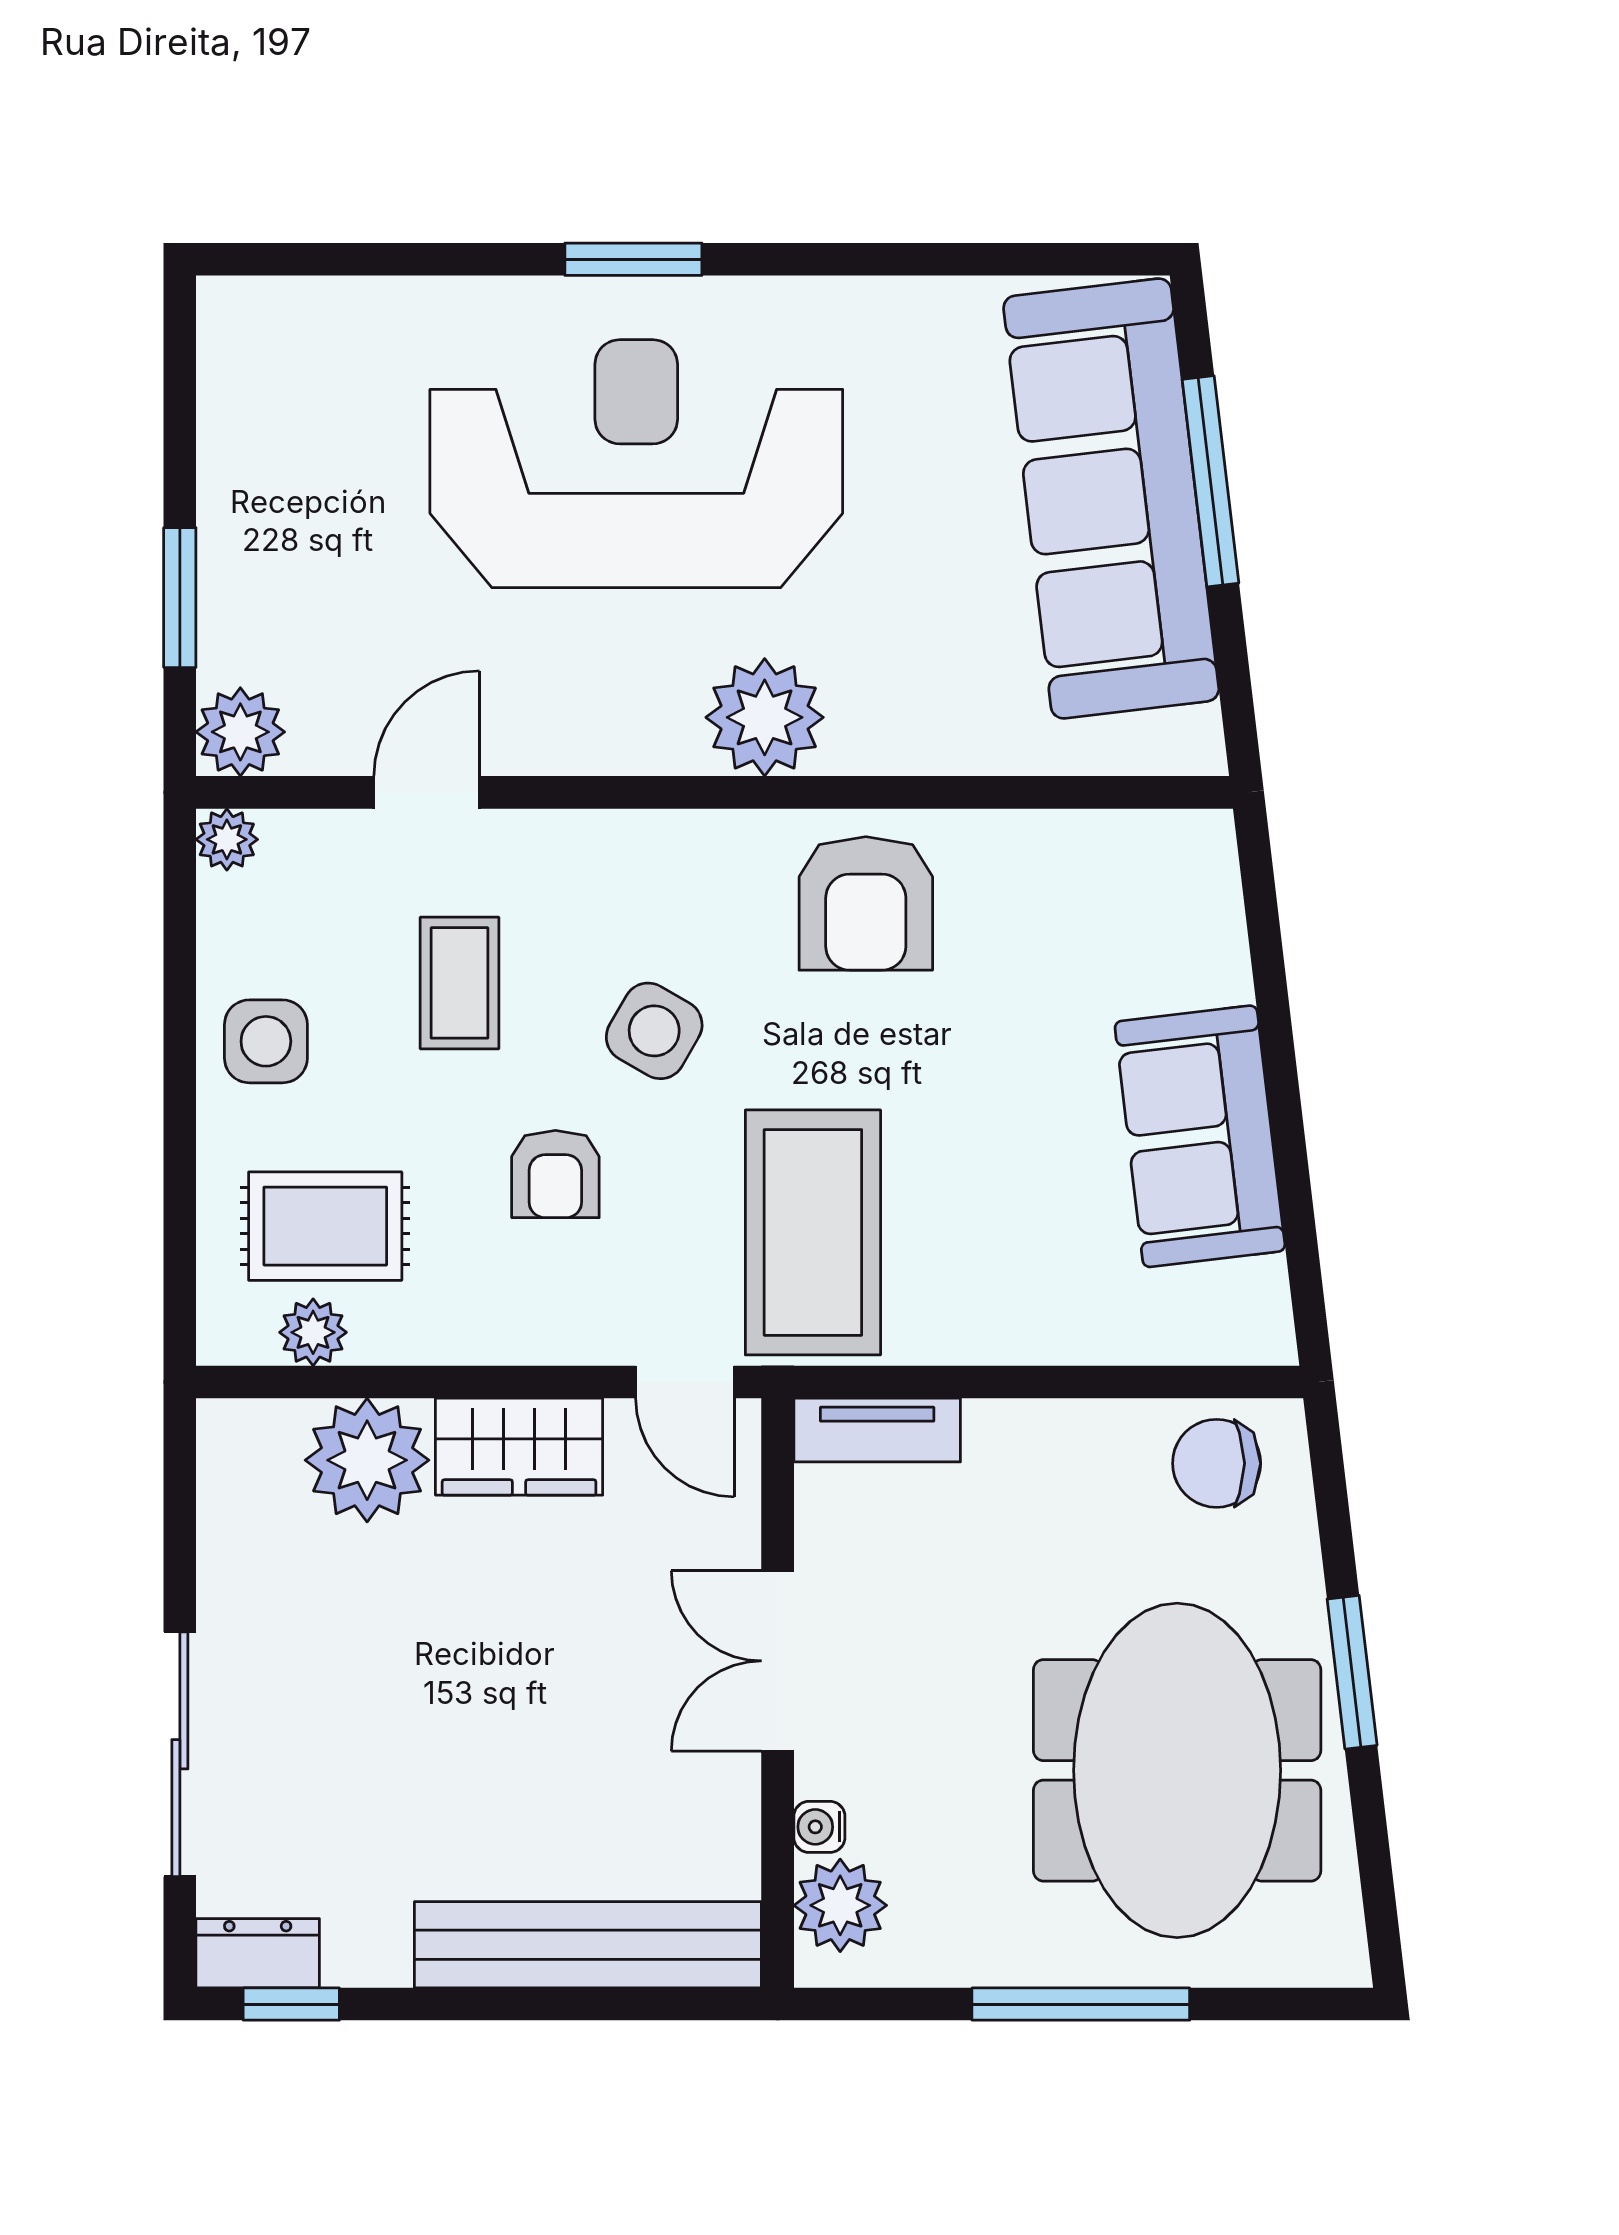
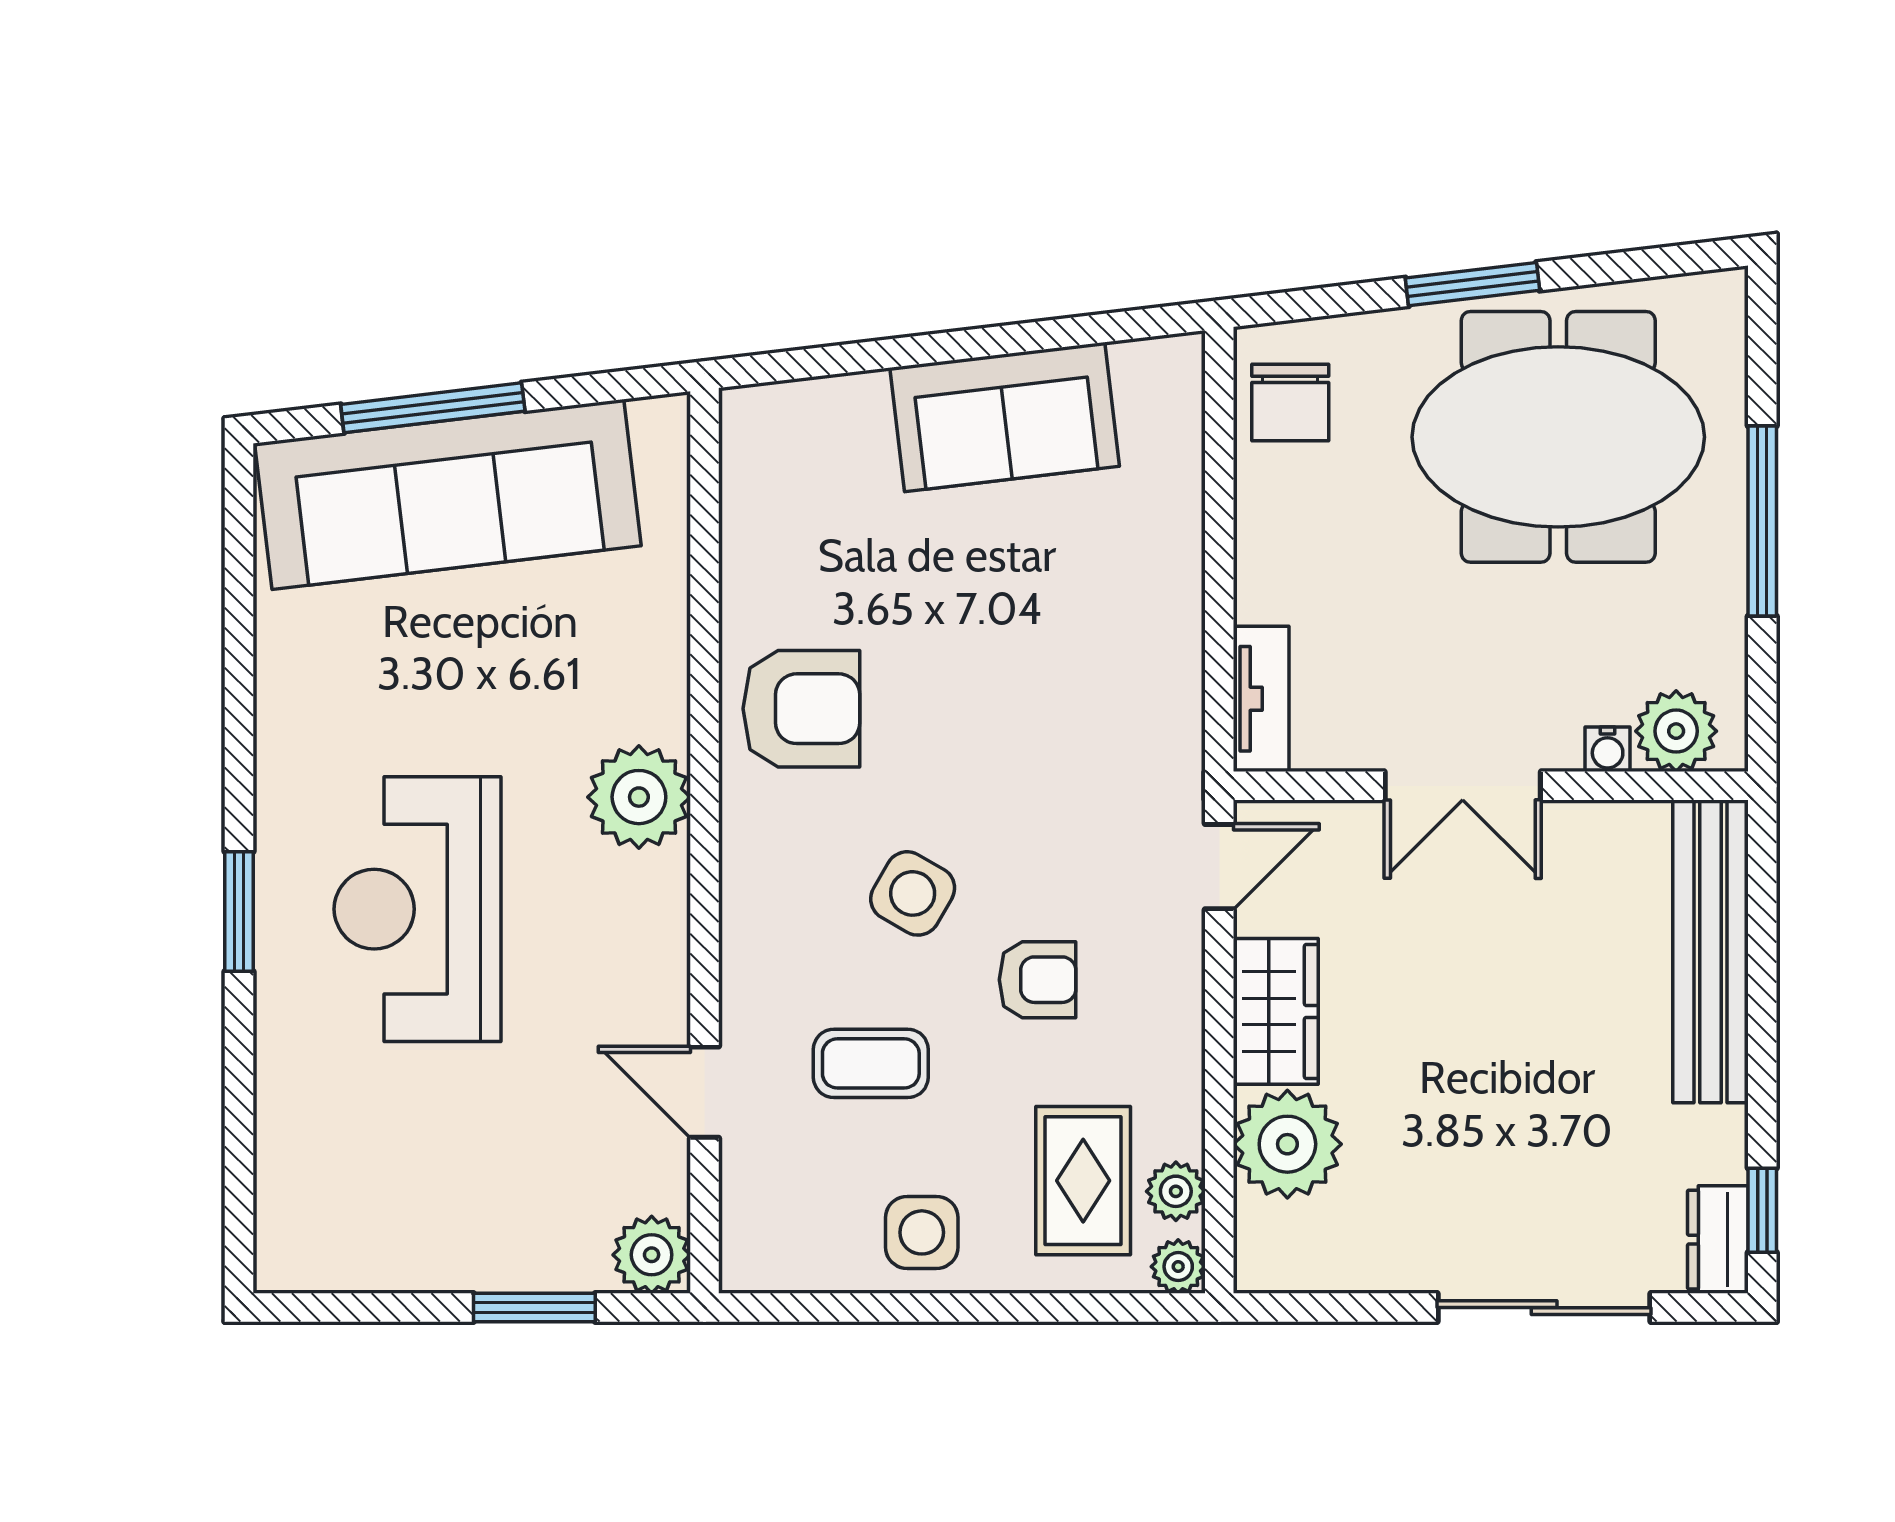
reception desk: (636, 464) -> (417, 909), width x0.74, depth x0.77
plant: (227, 839) -> (1178, 1267), moved
coffee table: (813, 1232) -> (1089, 755), removed

